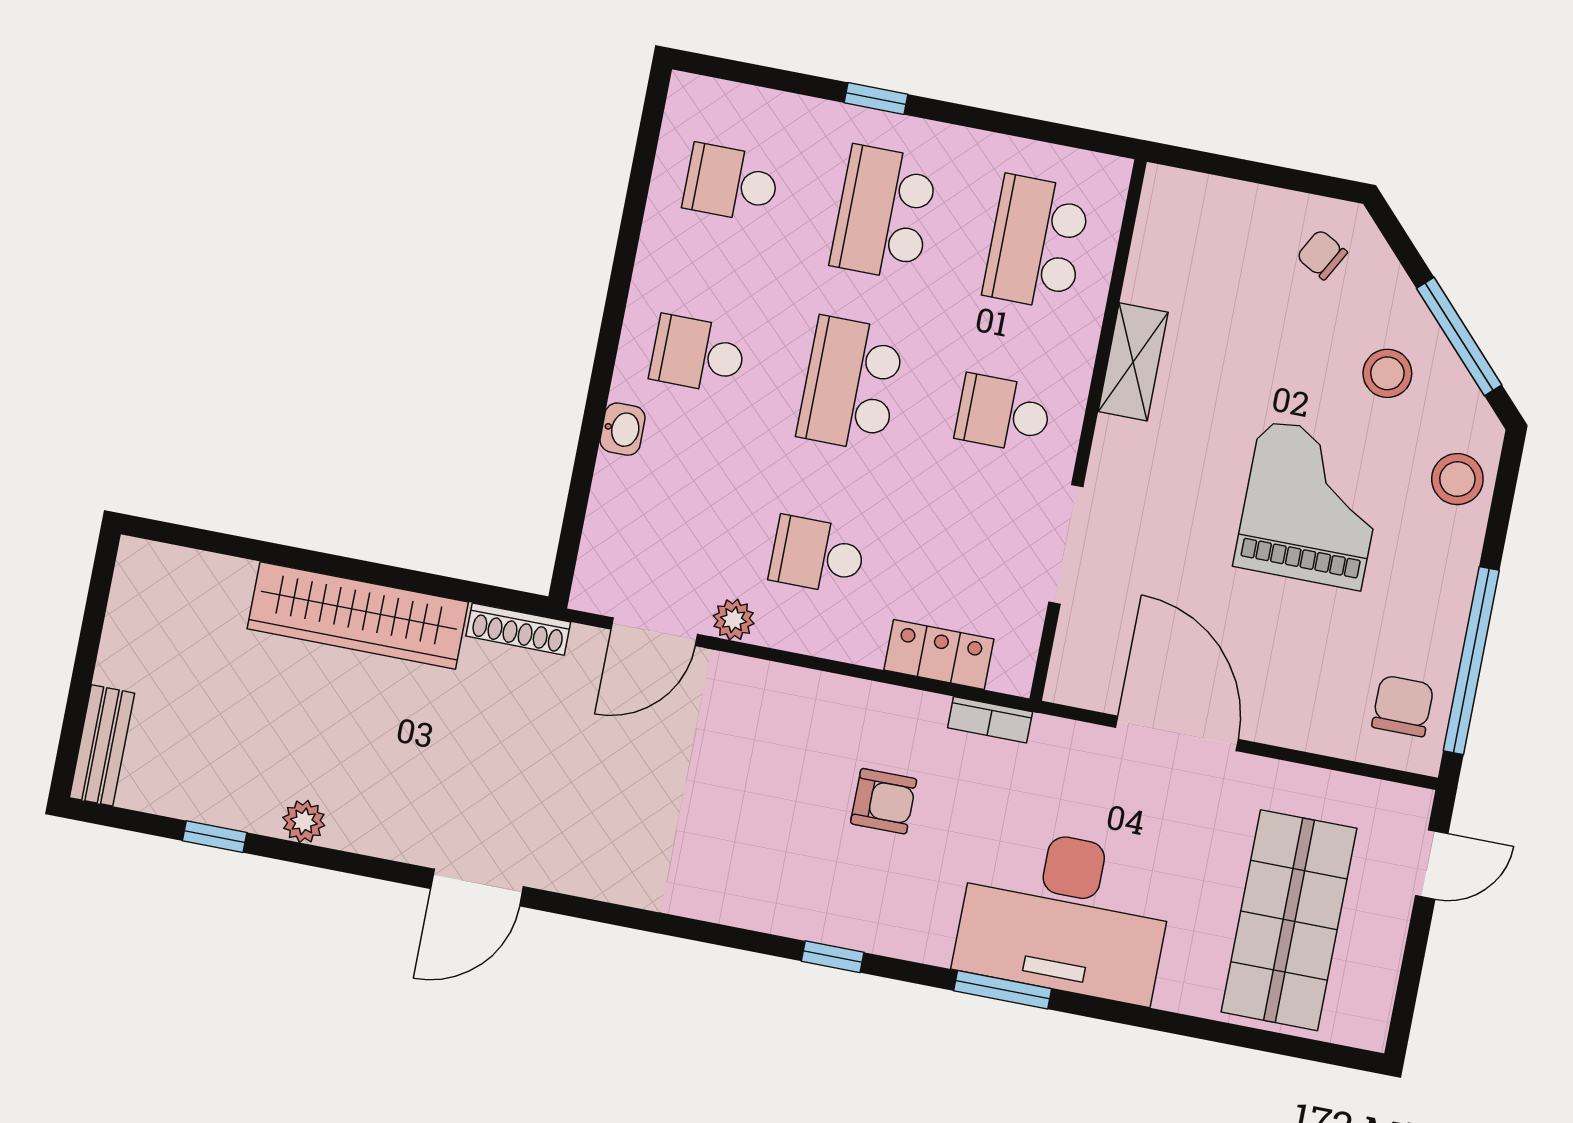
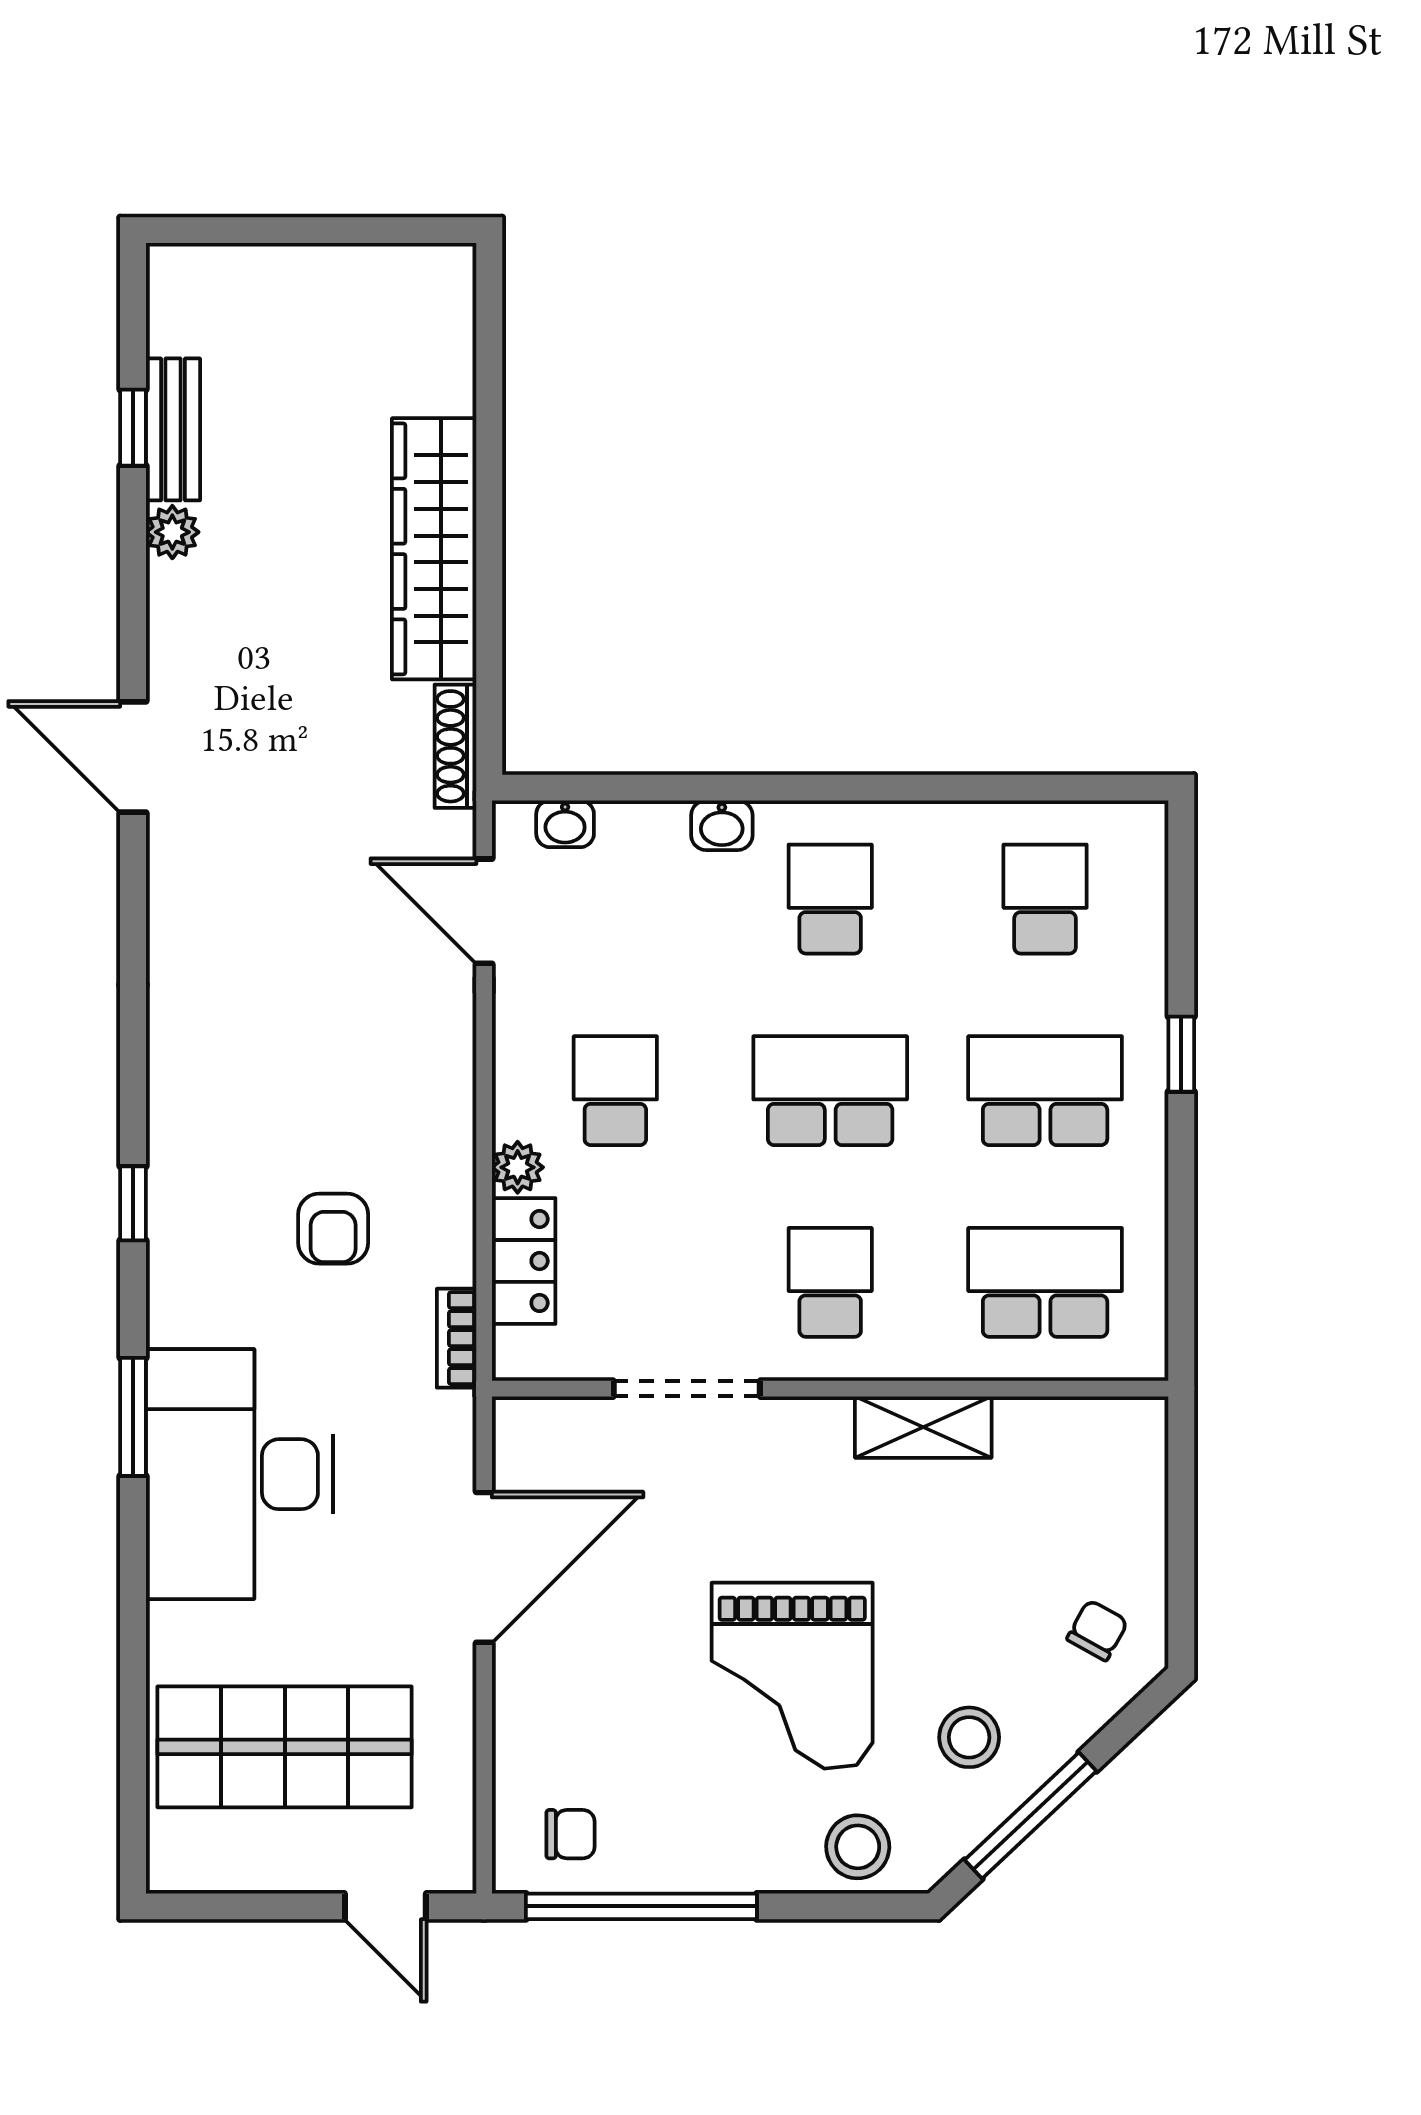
grand piano: (1311, 505) -> (792, 1676), turned 90
washbasin: (597, 554) -> (565, 824), added
plant: (734, 620) -> (518, 1167), moved
chair: (1403, 706) -> (570, 1834), width x0.73, depth x0.73
bench: (102, 745) -> (173, 429), moved, turned 90

